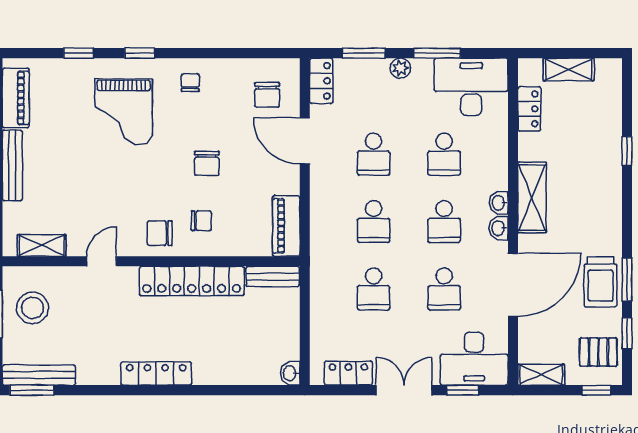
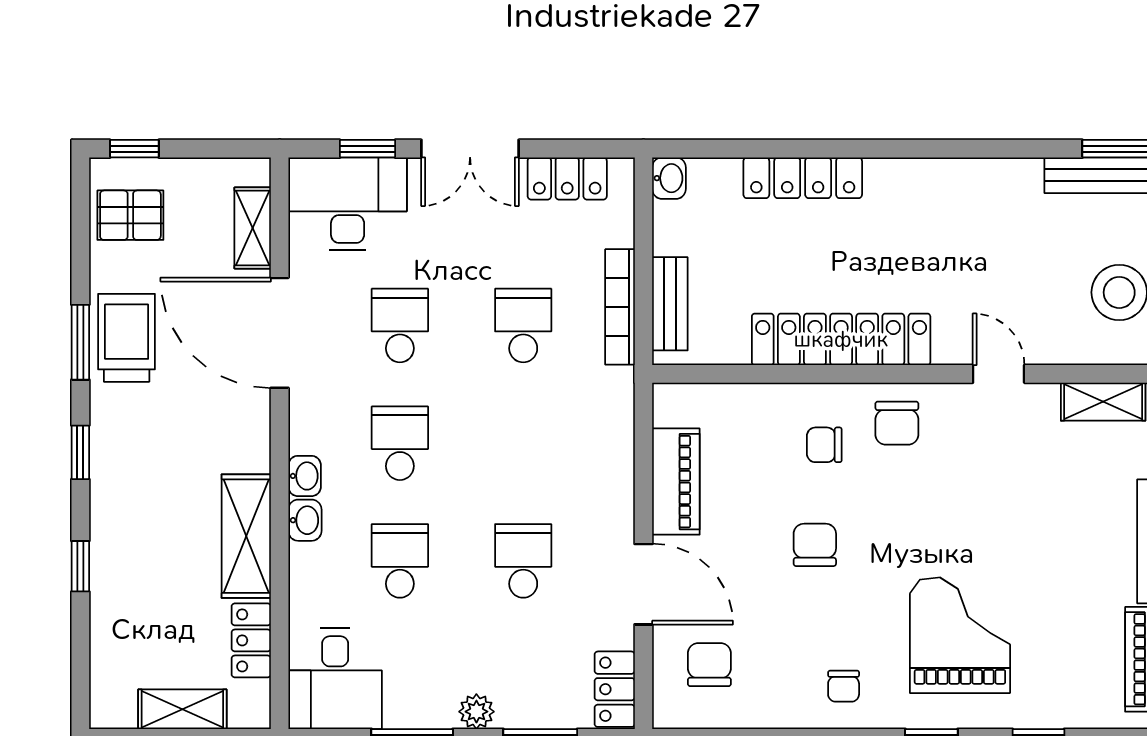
desk: (471, 87) -> (335, 679), width x0.73
shelving: (532, 198) -> (246, 536), moved
school desk: (374, 222) -> (523, 443), removed
piano: (286, 226) -> (676, 482), moved
washbasin: (498, 228) -> (305, 520), moved
chair: (160, 233) -> (897, 423), turned 90
door: (102, 261) -> (999, 374), swing flipped
bench: (273, 276) -> (670, 304), moved, turned 90
door: (513, 285) -> (280, 333), hinge flipped
bookcase: (318, 300) -> (620, 307), added
window: (627, 333) -> (80, 452), moved
locker: (156, 374) -> (803, 178), moved
shelving: (541, 375) -> (253, 228), moved, turned 90

